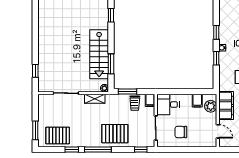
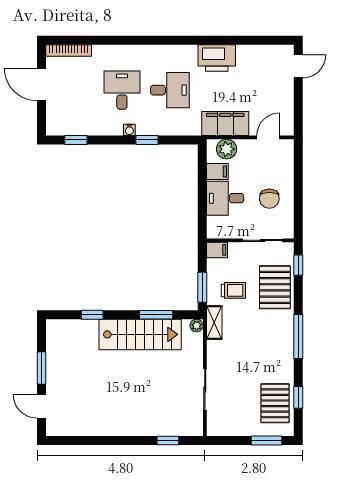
window: (111, 15) -> (92, 315), moved
window: (216, 32) -> (76, 140), moved
shelving: (95, 99) -> (214, 323), moved
trolley: (135, 103) -> (233, 290), moved
desk: (168, 105) -> (225, 198), moved, turned 90
pallet: (115, 134) -> (275, 287), moved
window: (72, 149) -> (298, 397), moved

